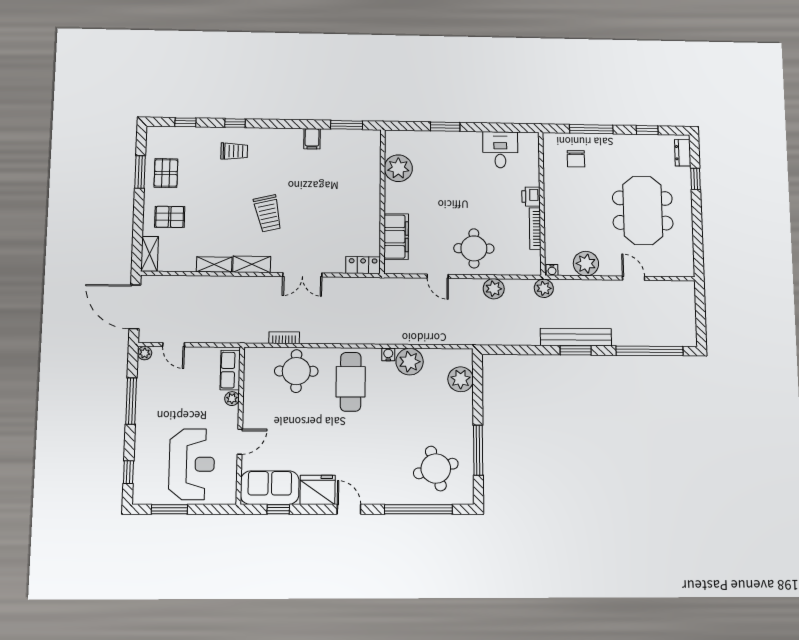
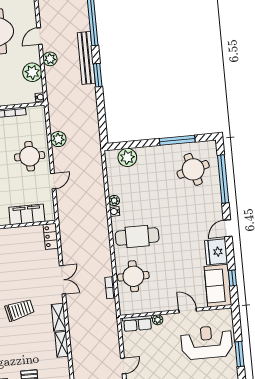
plant: (544, 288) -> (50, 59), moved
bench: (576, 337) -> (86, 58), moved
plant: (410, 362) -> (114, 200), width x0.53, depth x0.53

